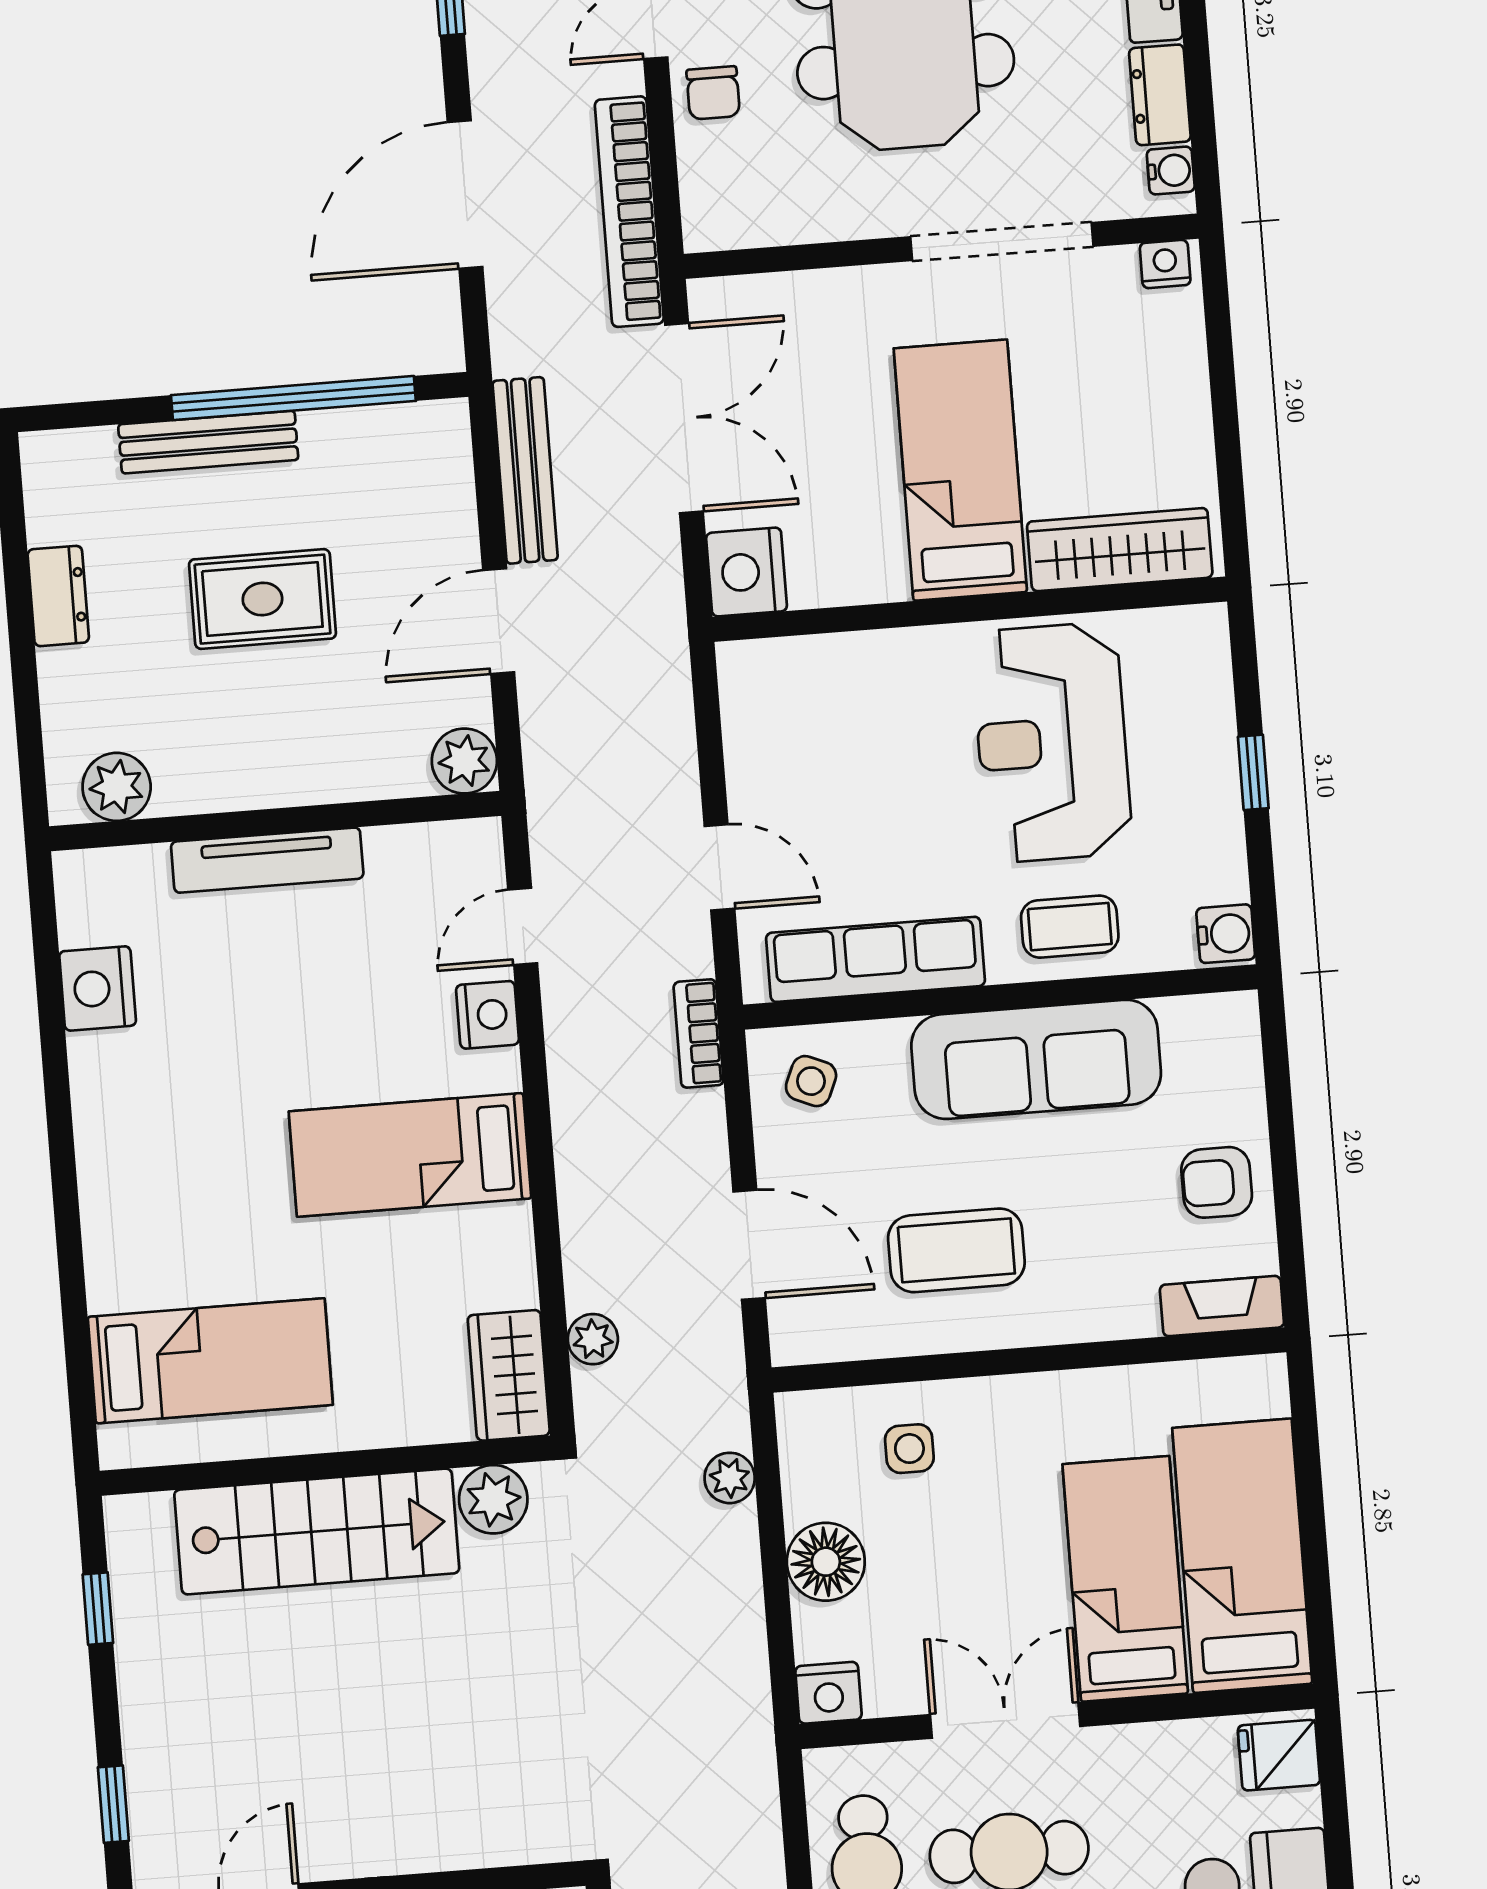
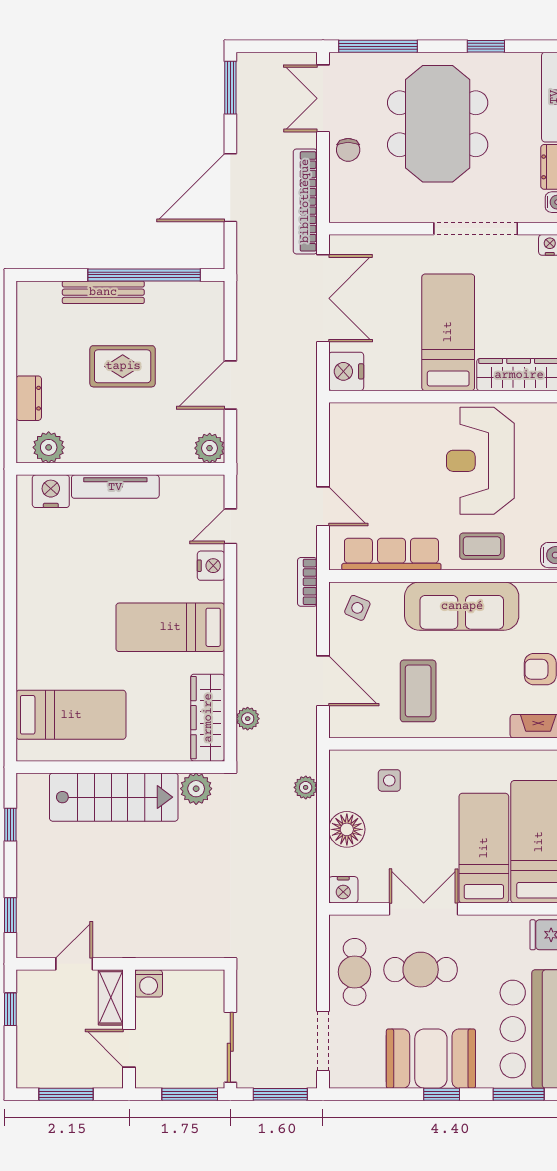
bench: (525, 470) -> (248, 317), removed
dresser: (58, 596) -> (29, 398), moved
nightstand: (98, 988) -> (51, 491), moved, turned 90
coffee table: (956, 1250) -> (418, 691), turned 90
wardrobe: (509, 1375) -> (208, 718), width x1.50

